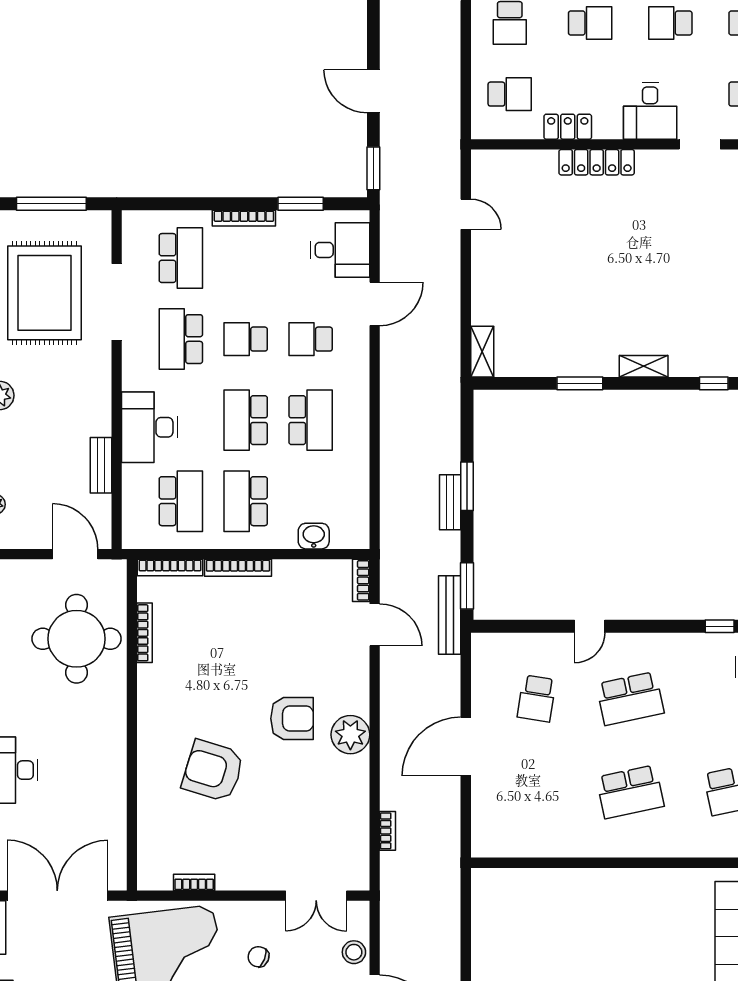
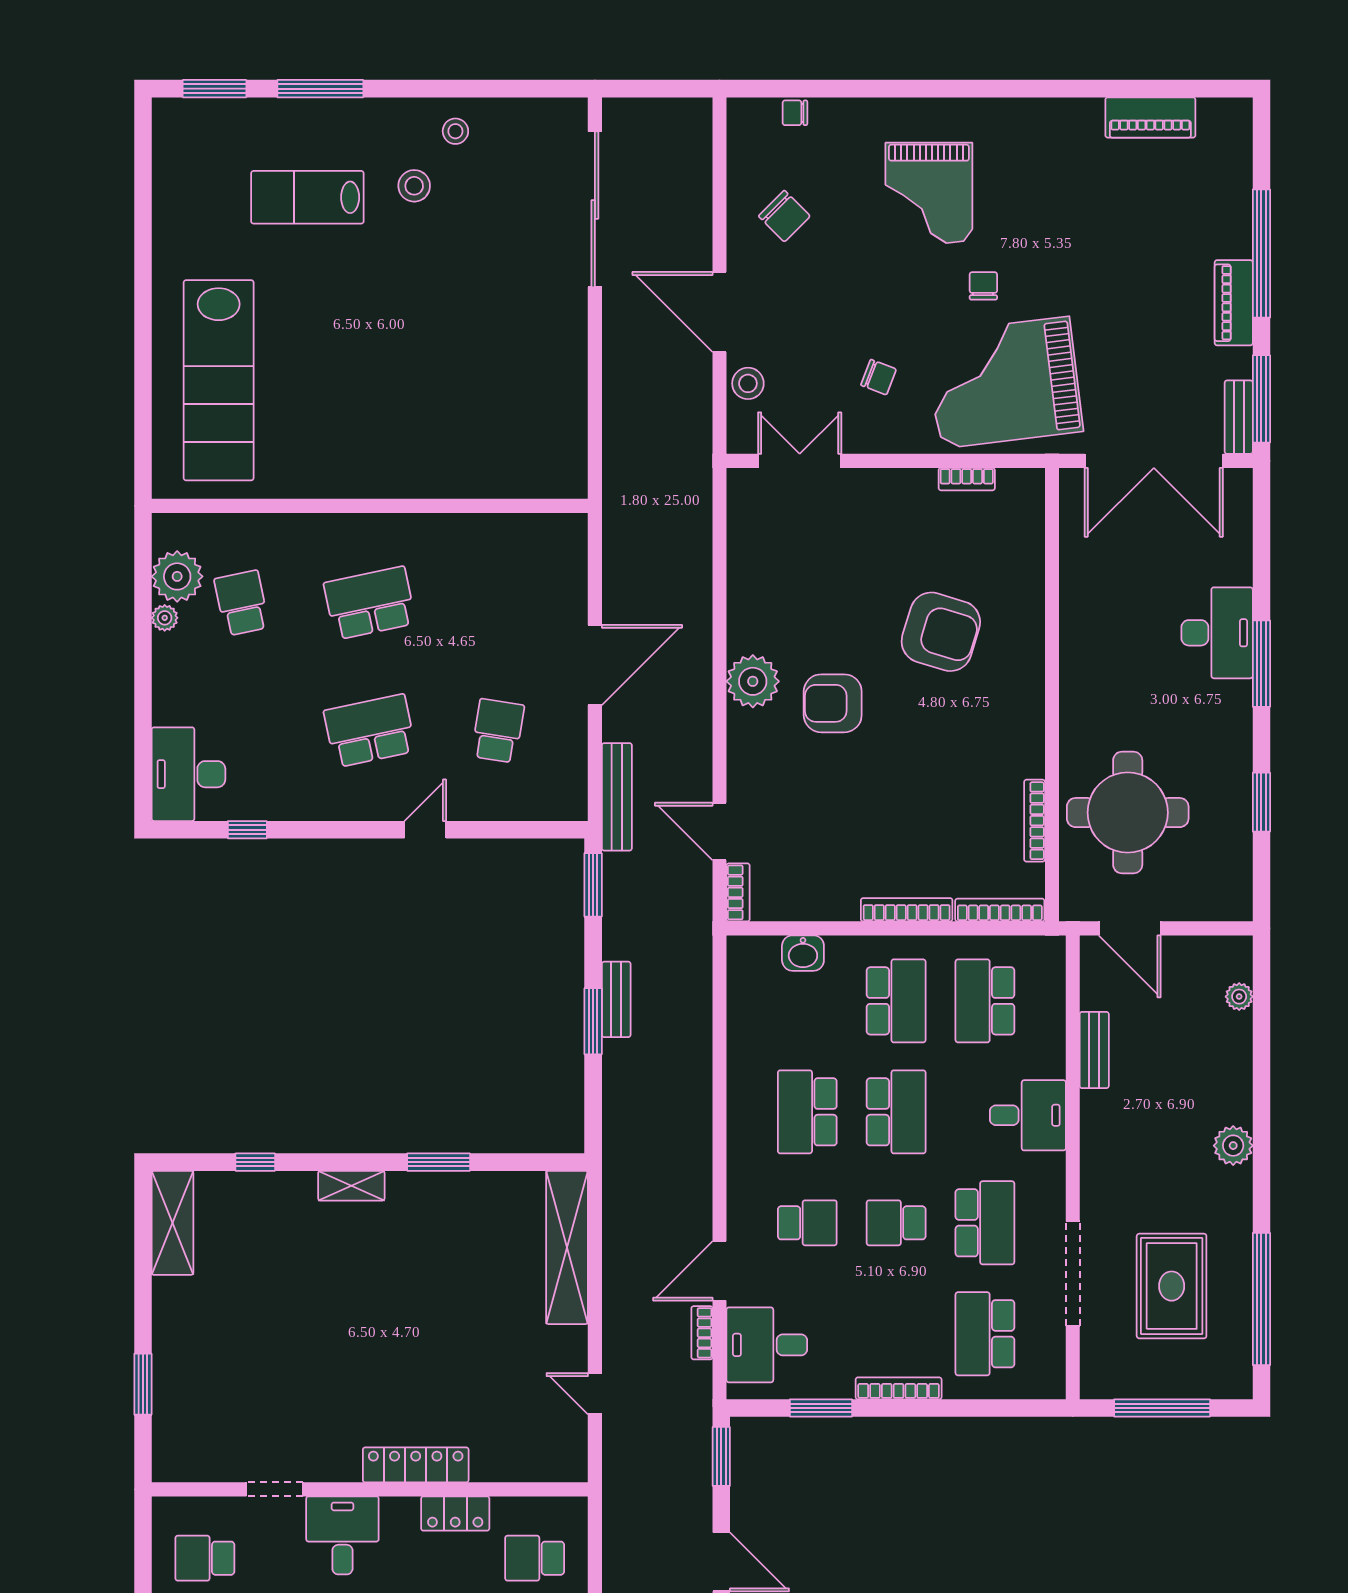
rug: (44, 293) -> (1172, 1286), width x0.73, depth x0.69
school desk: (246, 339) -> (896, 1223), turned 180
shelving: (482, 352) -> (567, 1247), width x2.20, depth x1.33
desk: (149, 427) -> (1028, 1115), width x0.73
bench: (450, 615) -> (617, 797), moved
bookcase: (388, 831) -> (702, 1333), moved

